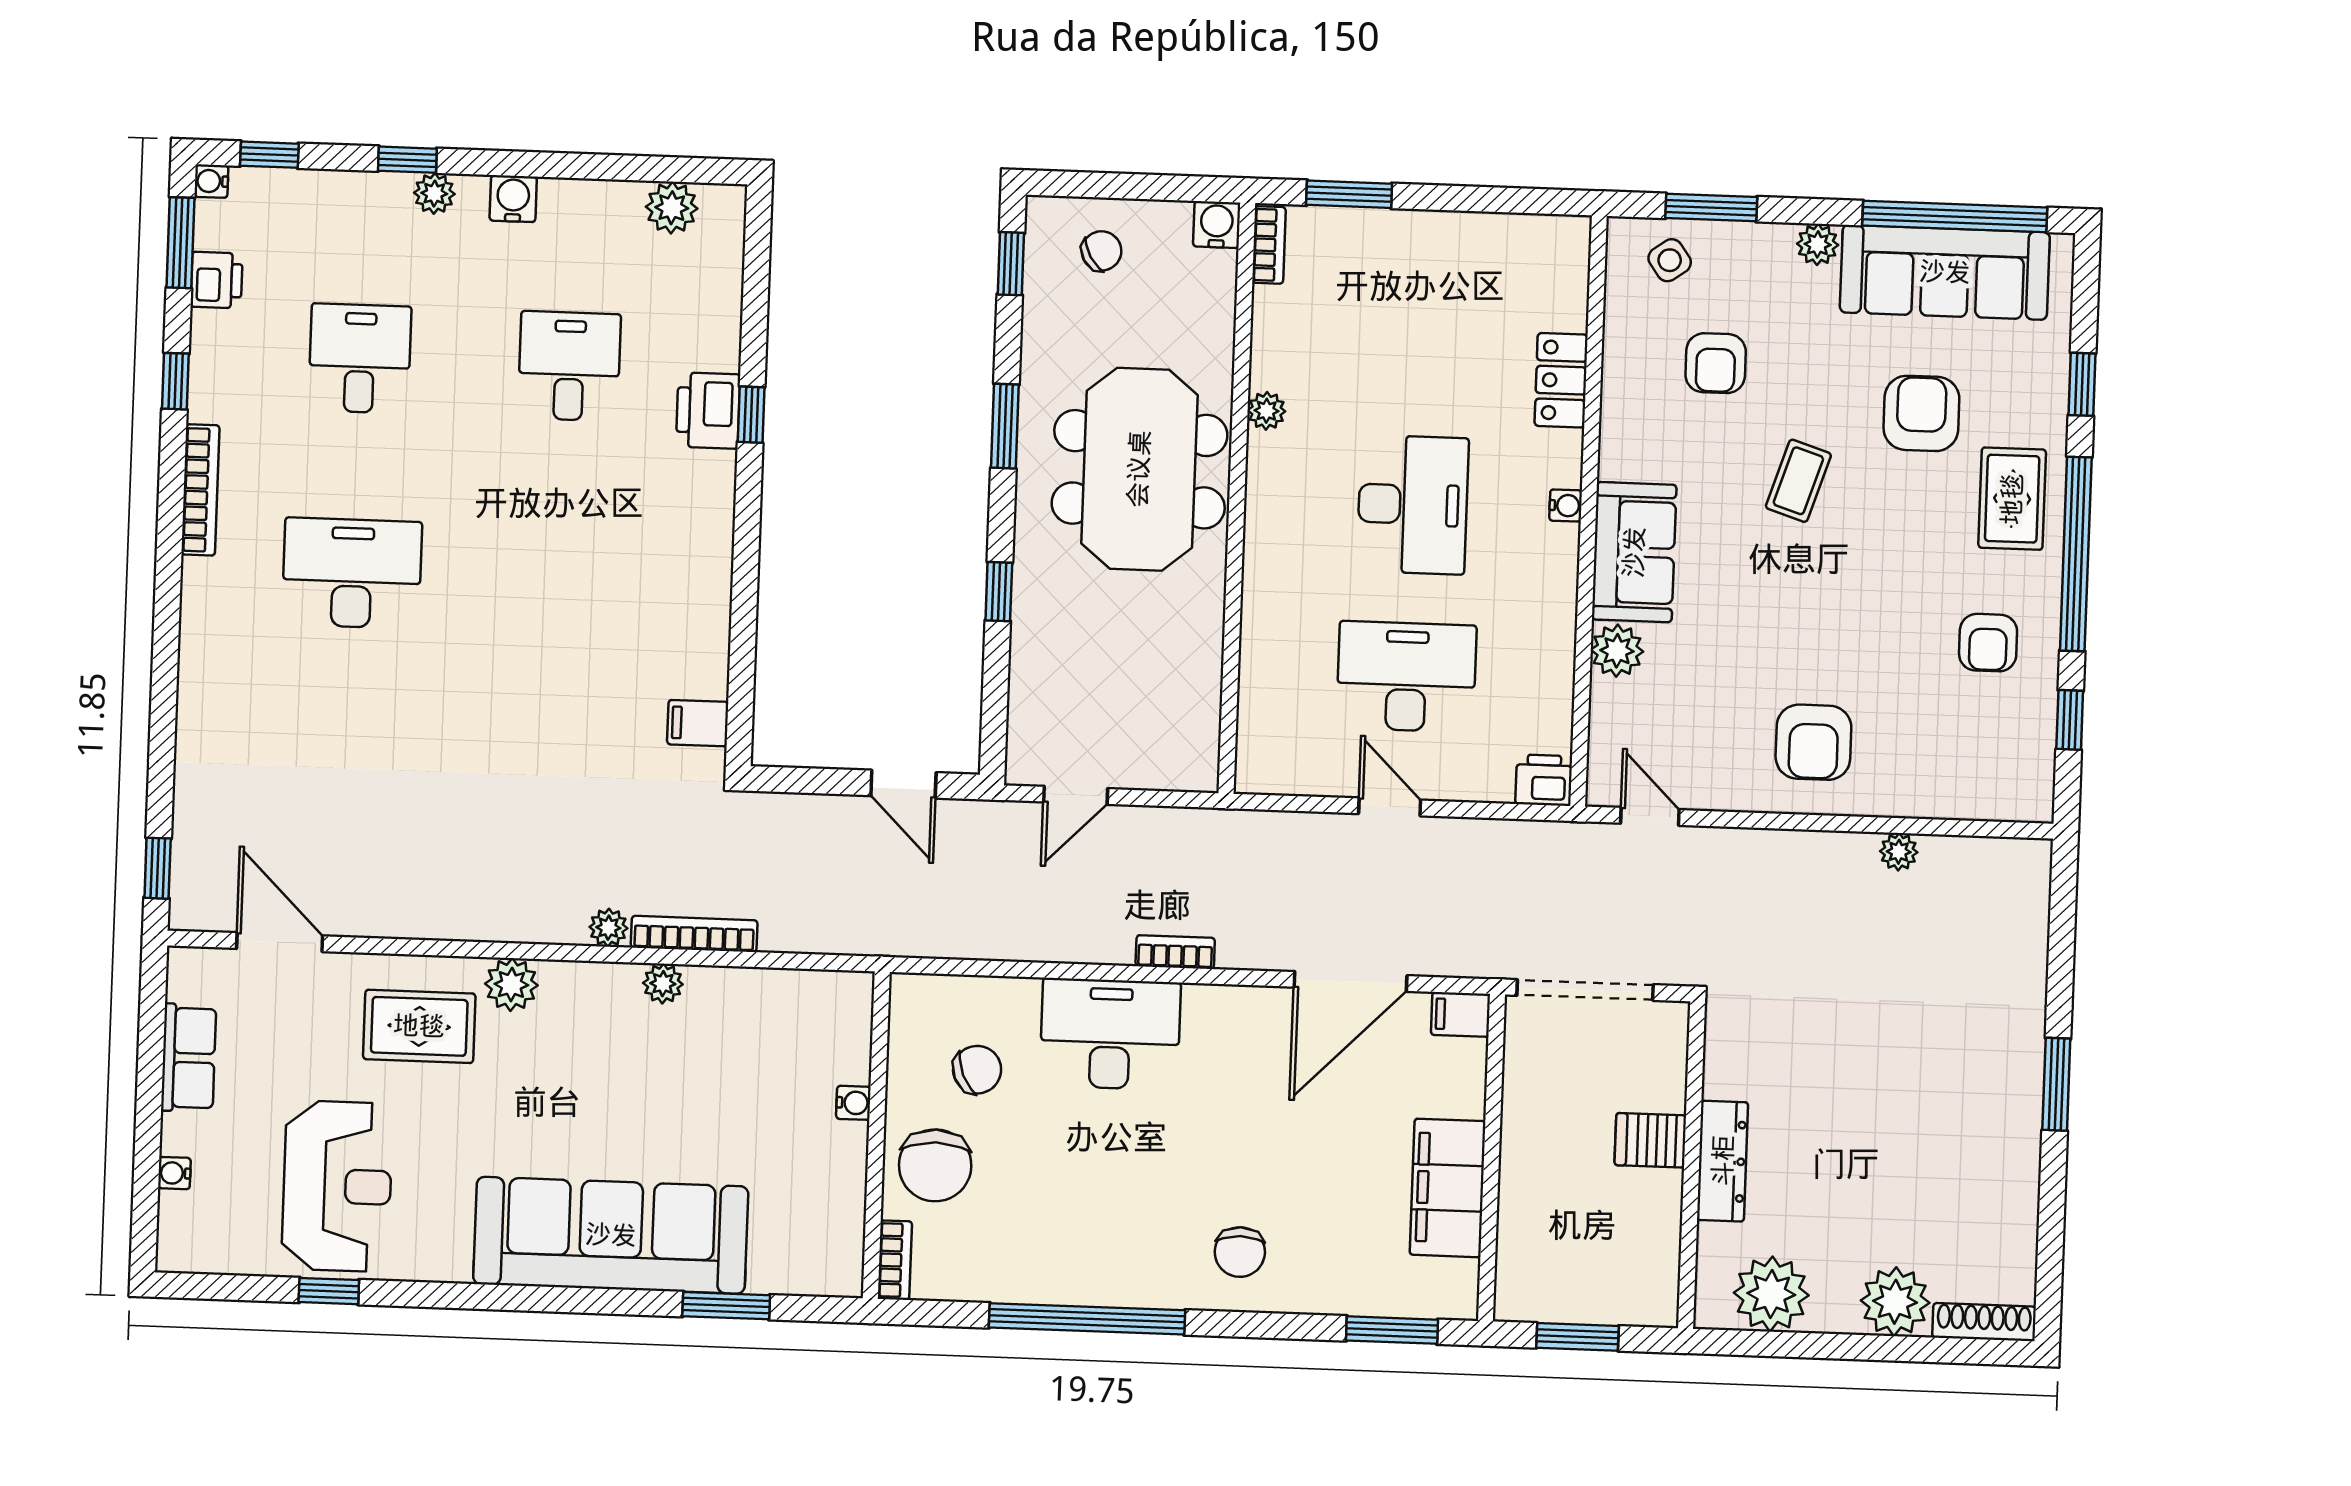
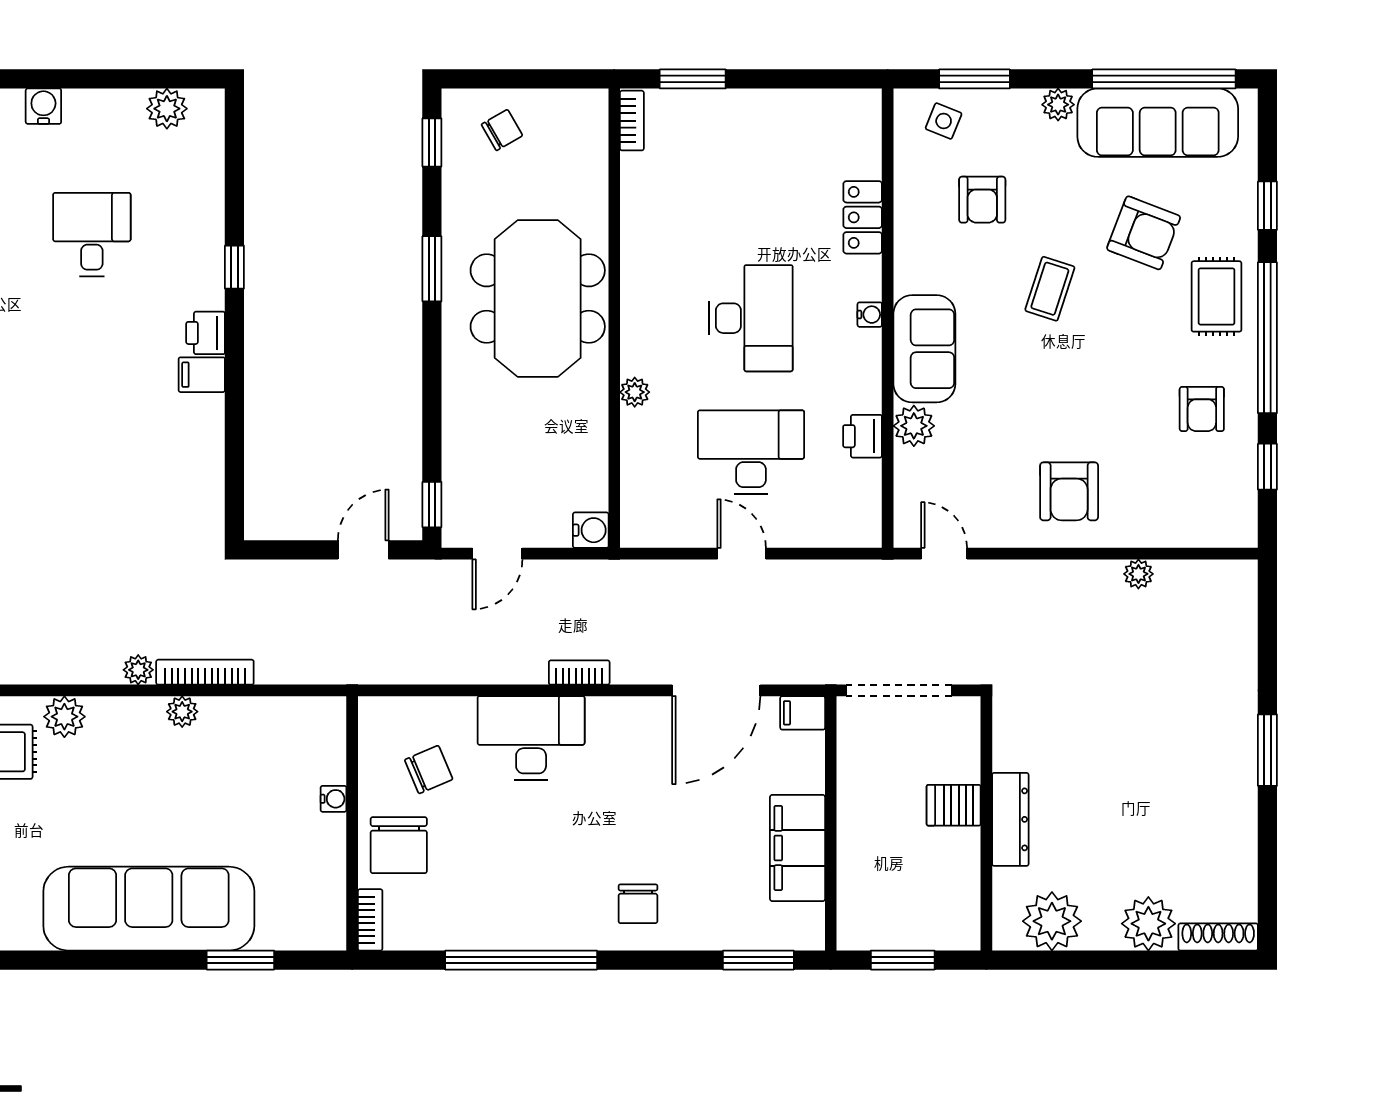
water cooler: (1217, 225) -> (591, 530), moved, turned 90
side table: (1670, 260) -> (944, 121), turned -33
printer: (708, 411) -> (206, 333), moved, width x0.73, depth x0.81
plant: (1266, 411) -> (635, 392), moved
armchair: (1921, 413) -> (1144, 233), turned 111
window: (999, 592) -> (432, 505), moved
filing cabinet: (698, 723) -> (202, 375), moved
printer: (1544, 780) -> (863, 436), moved, turned -90
door: (903, 784) -> (363, 550), swing flipped

